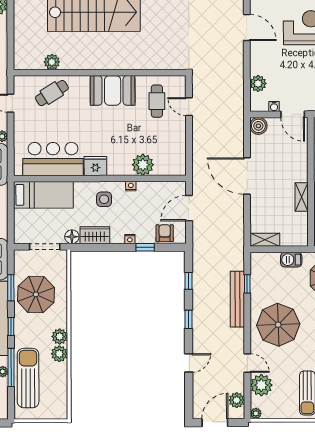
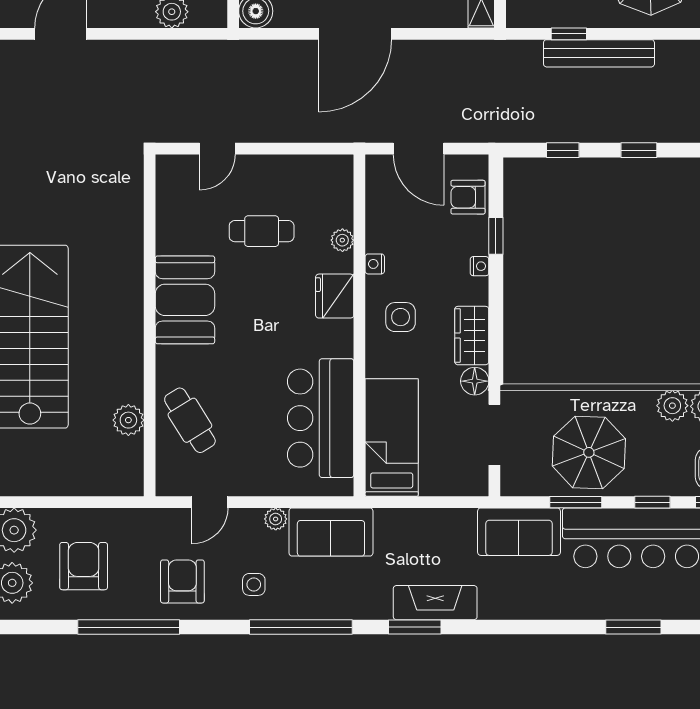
cafe table: (157, 101) -> (262, 231), moved
plant: (143, 165) -> (342, 240), width x0.53, depth x0.53
fridge: (95, 166) -> (335, 296), moved

